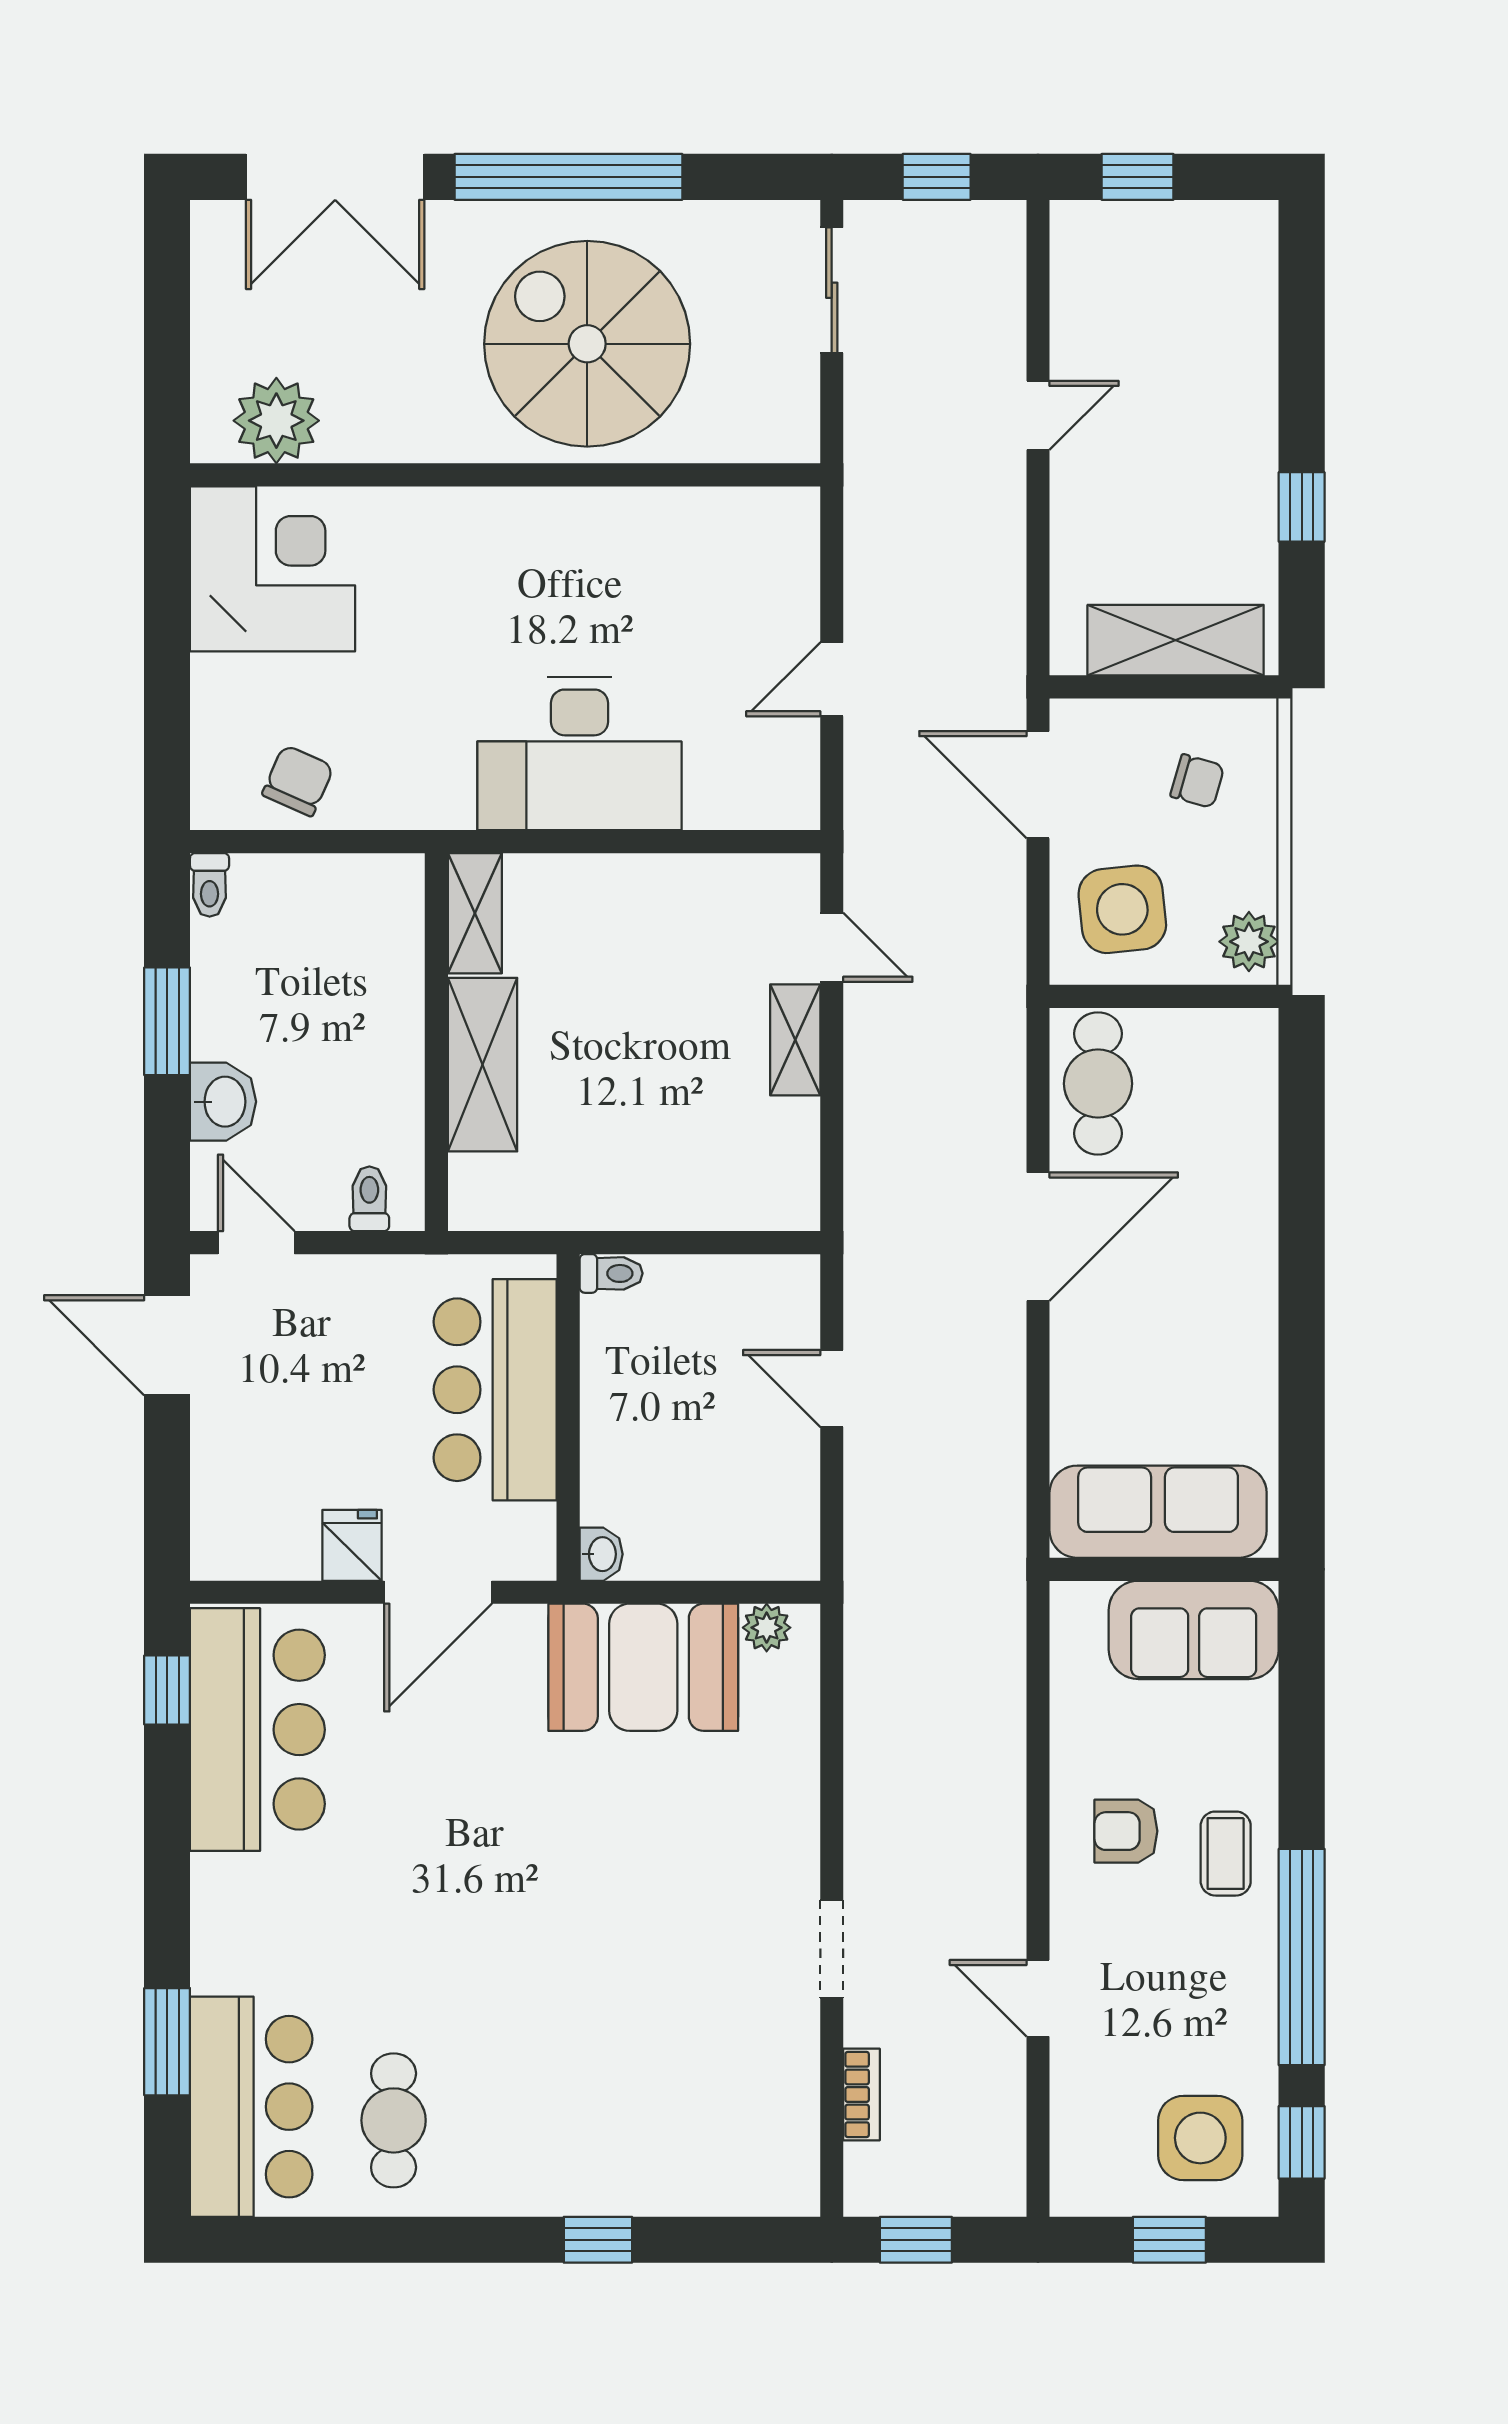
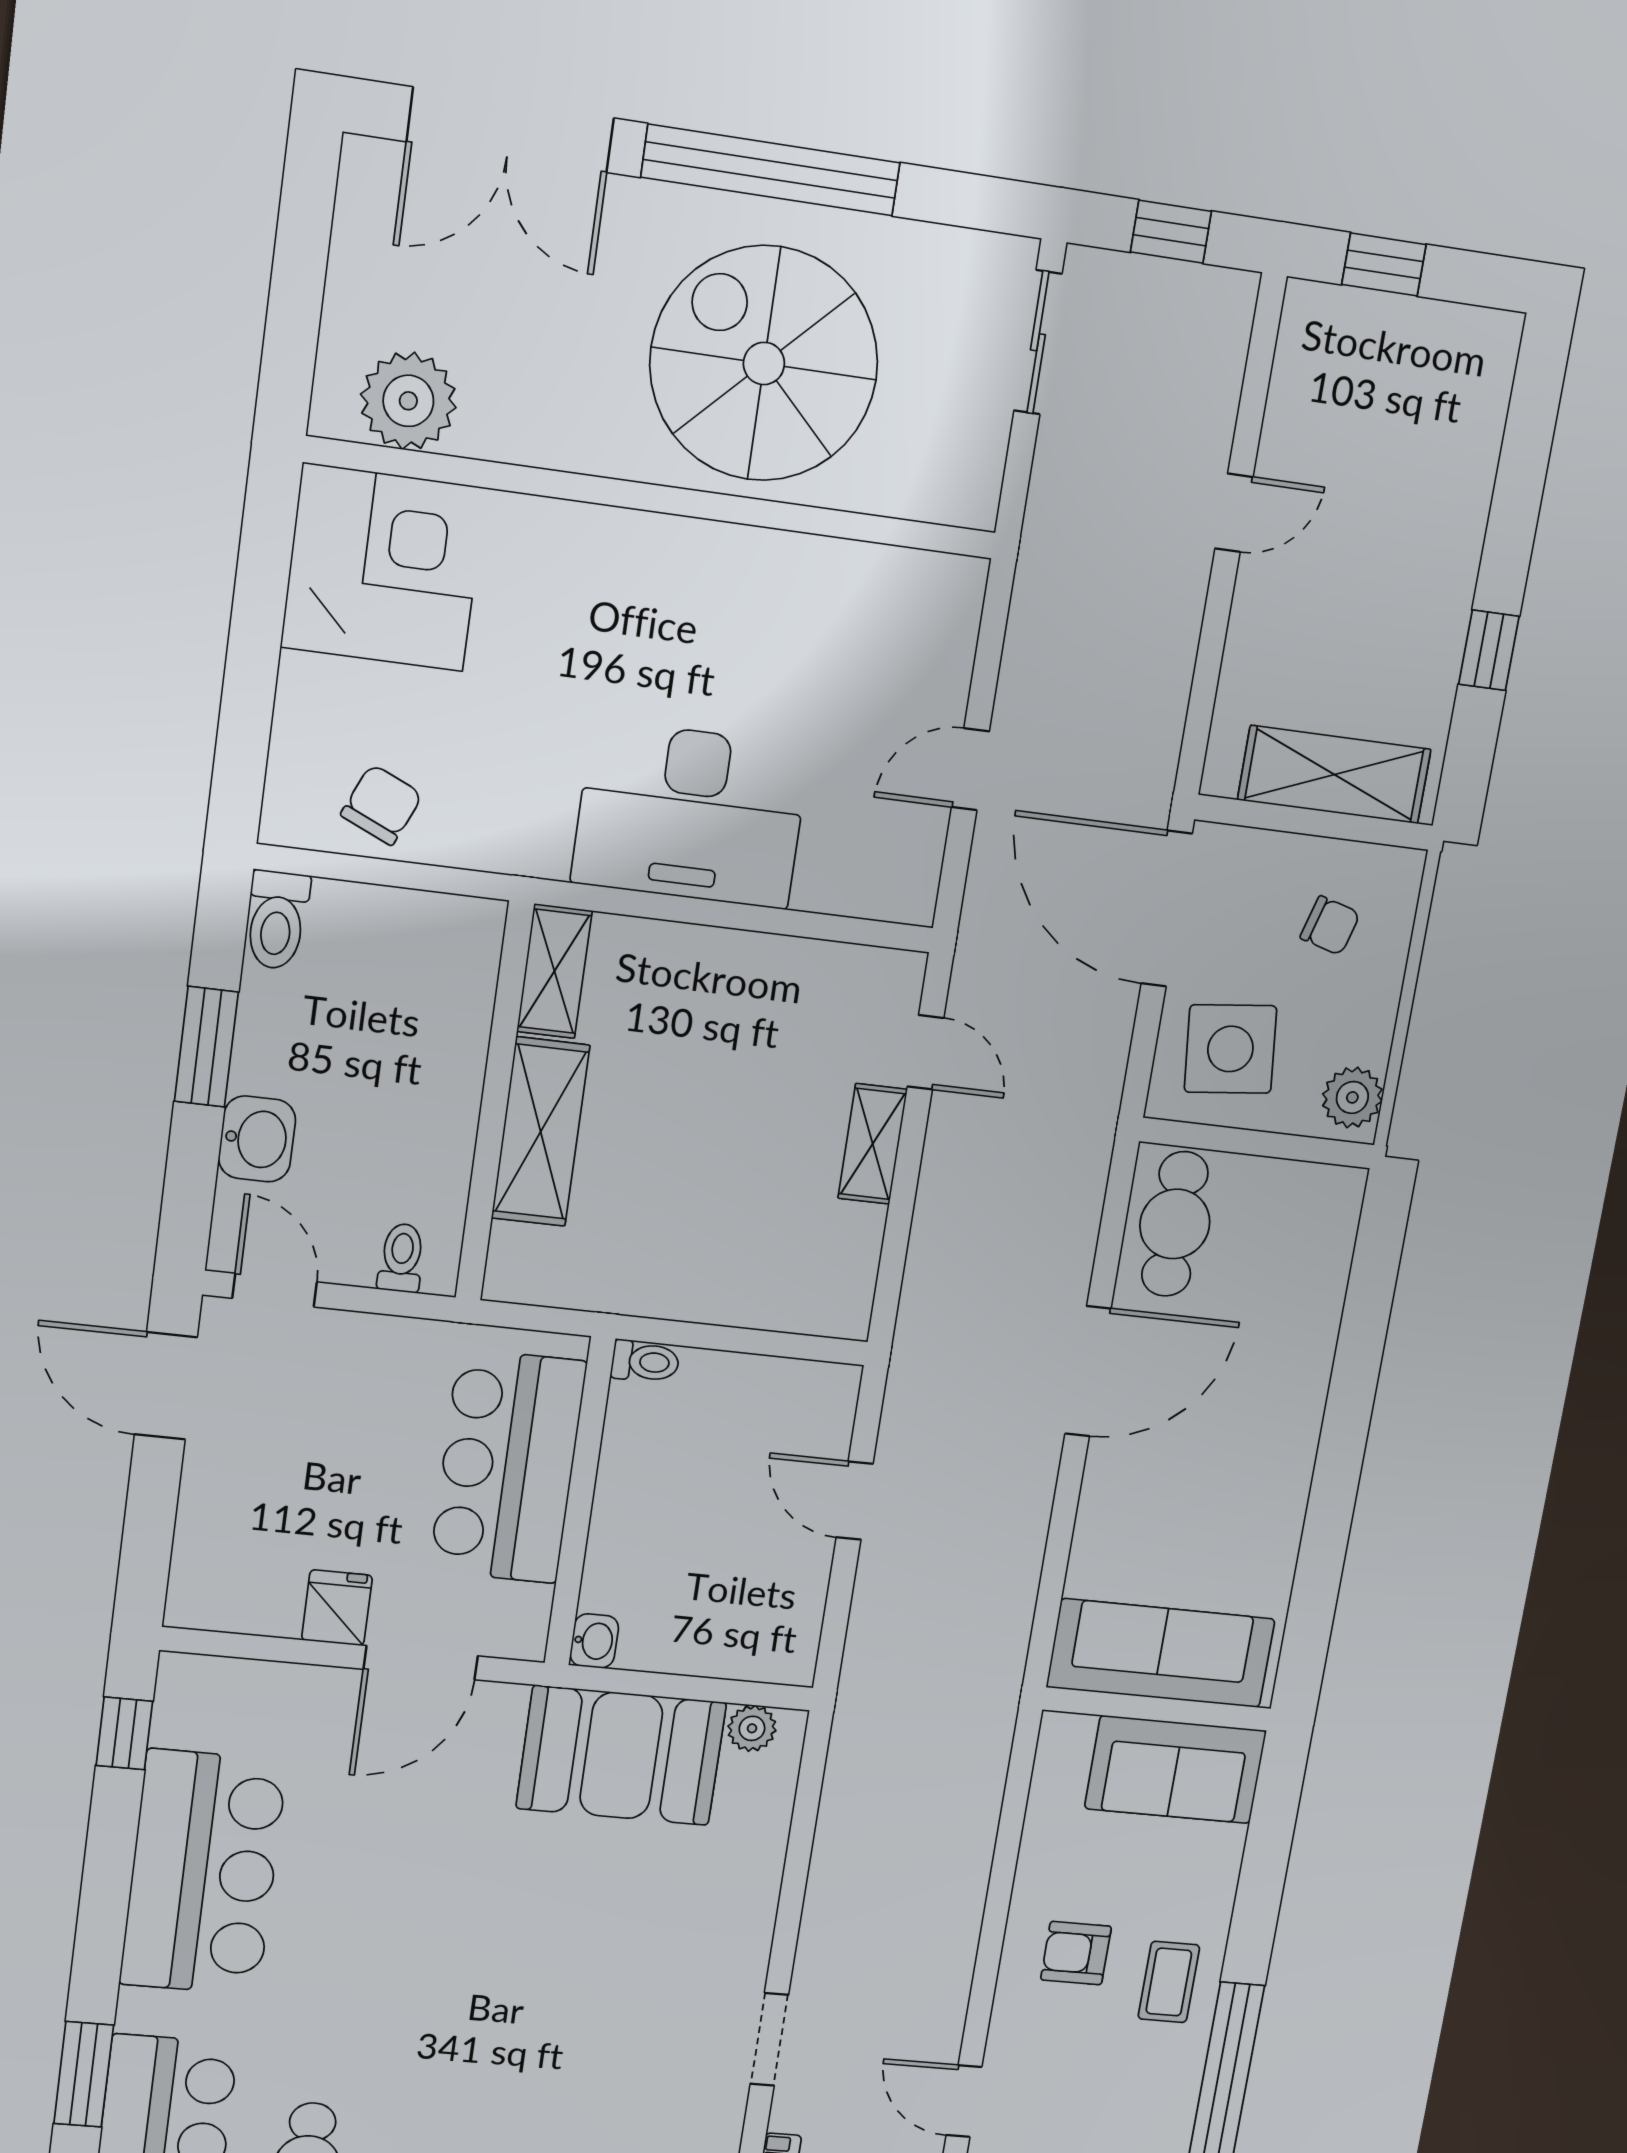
door: (1038, 785) -> (1167, 909), width x1.36
toilet: (210, 885) -> (277, 920), width x1.37, depth x1.39
bar counter: (257, 1730) -> (203, 1873), moved

